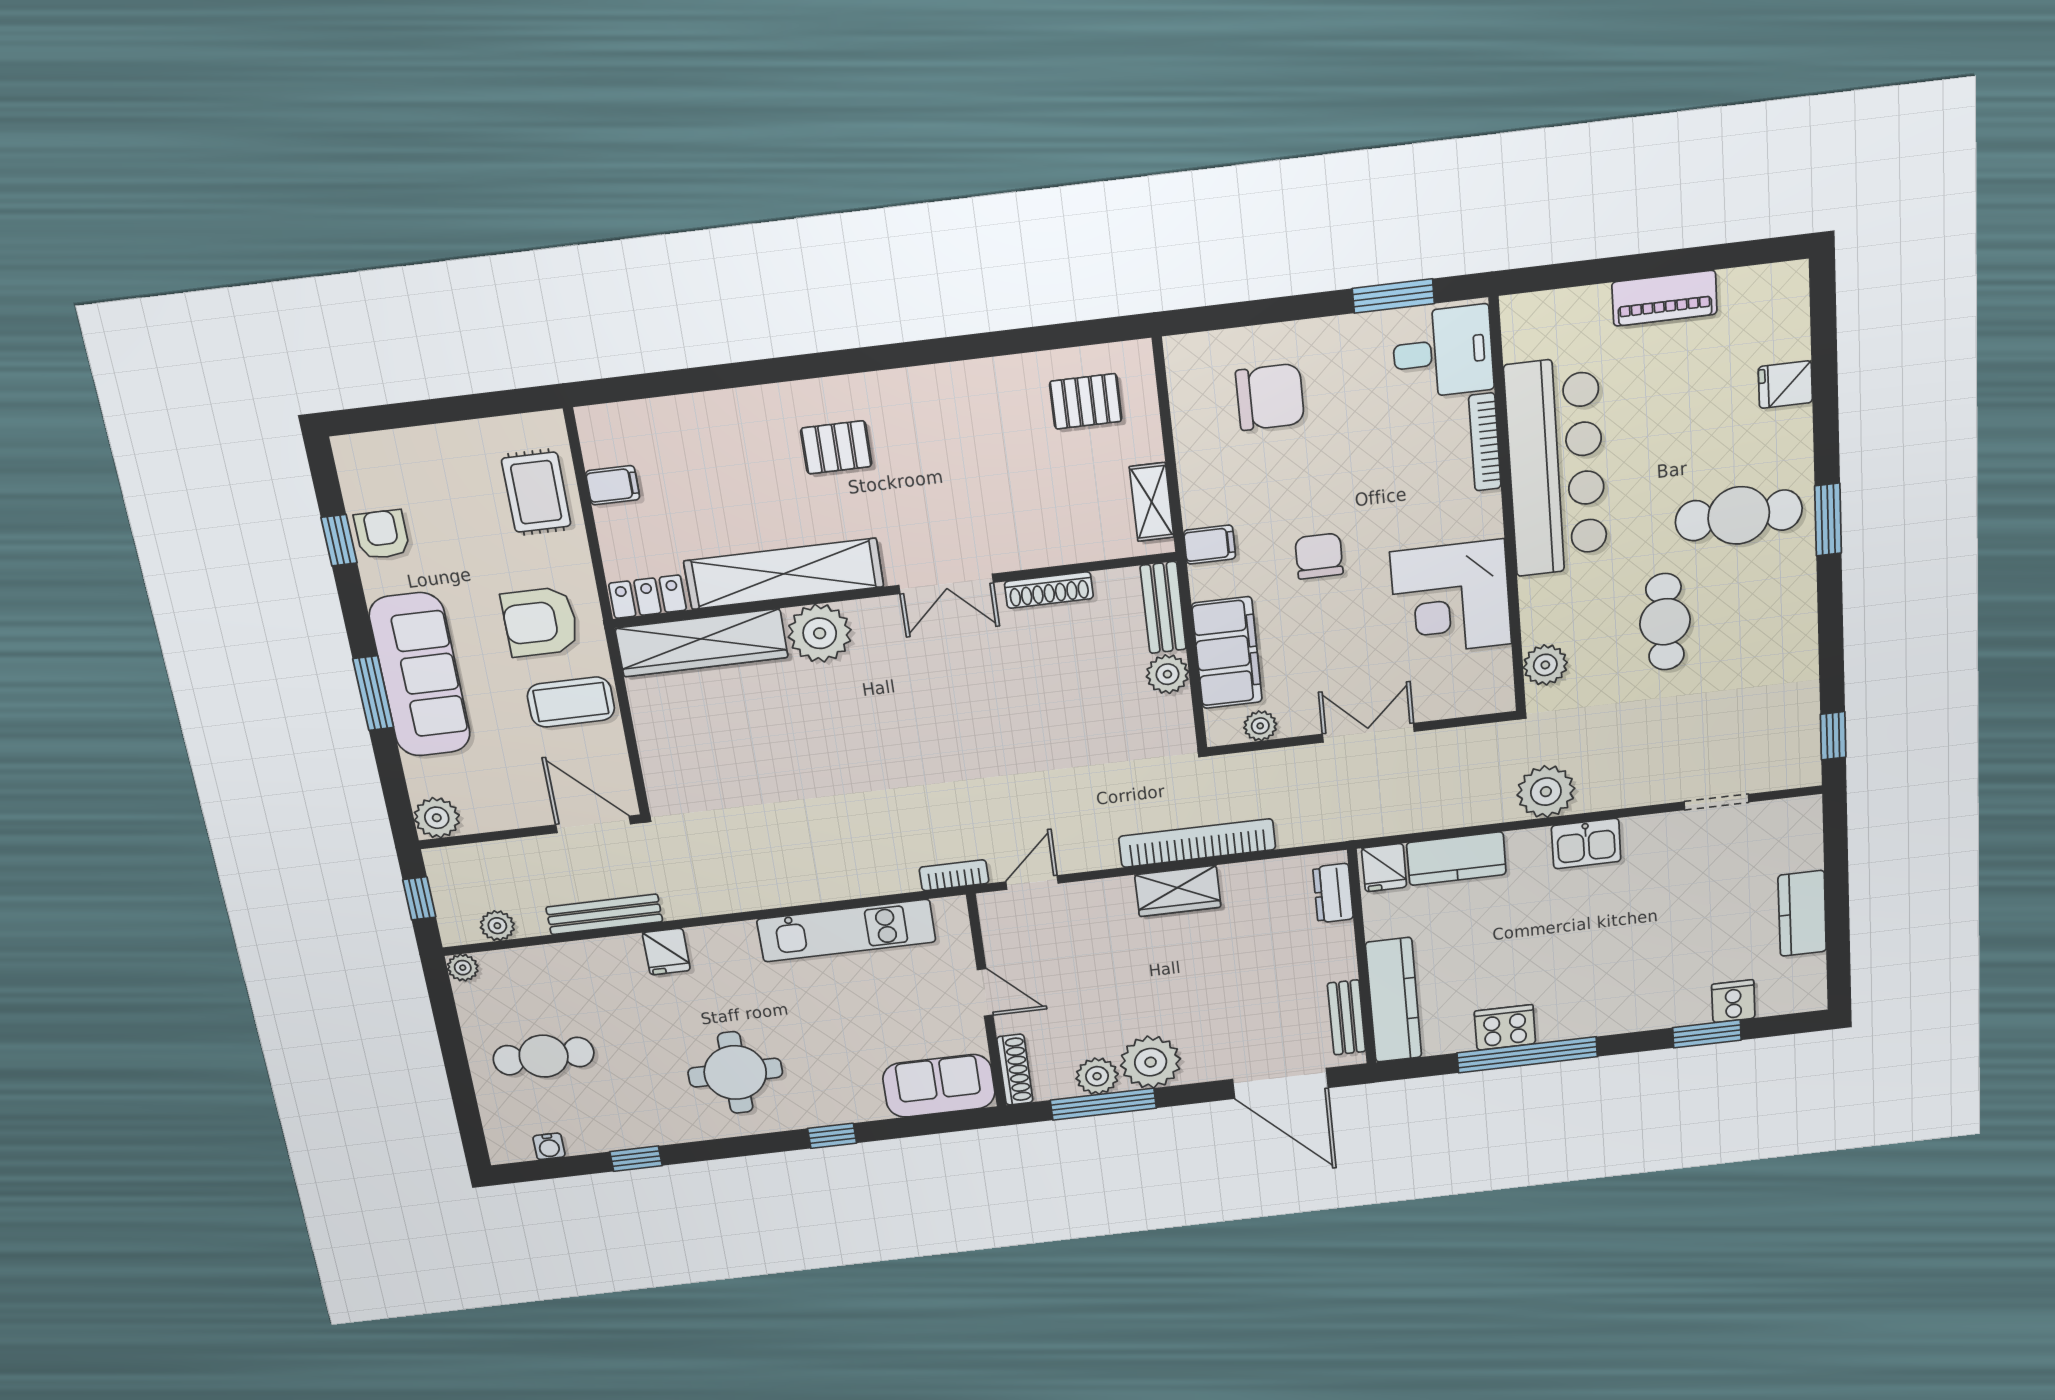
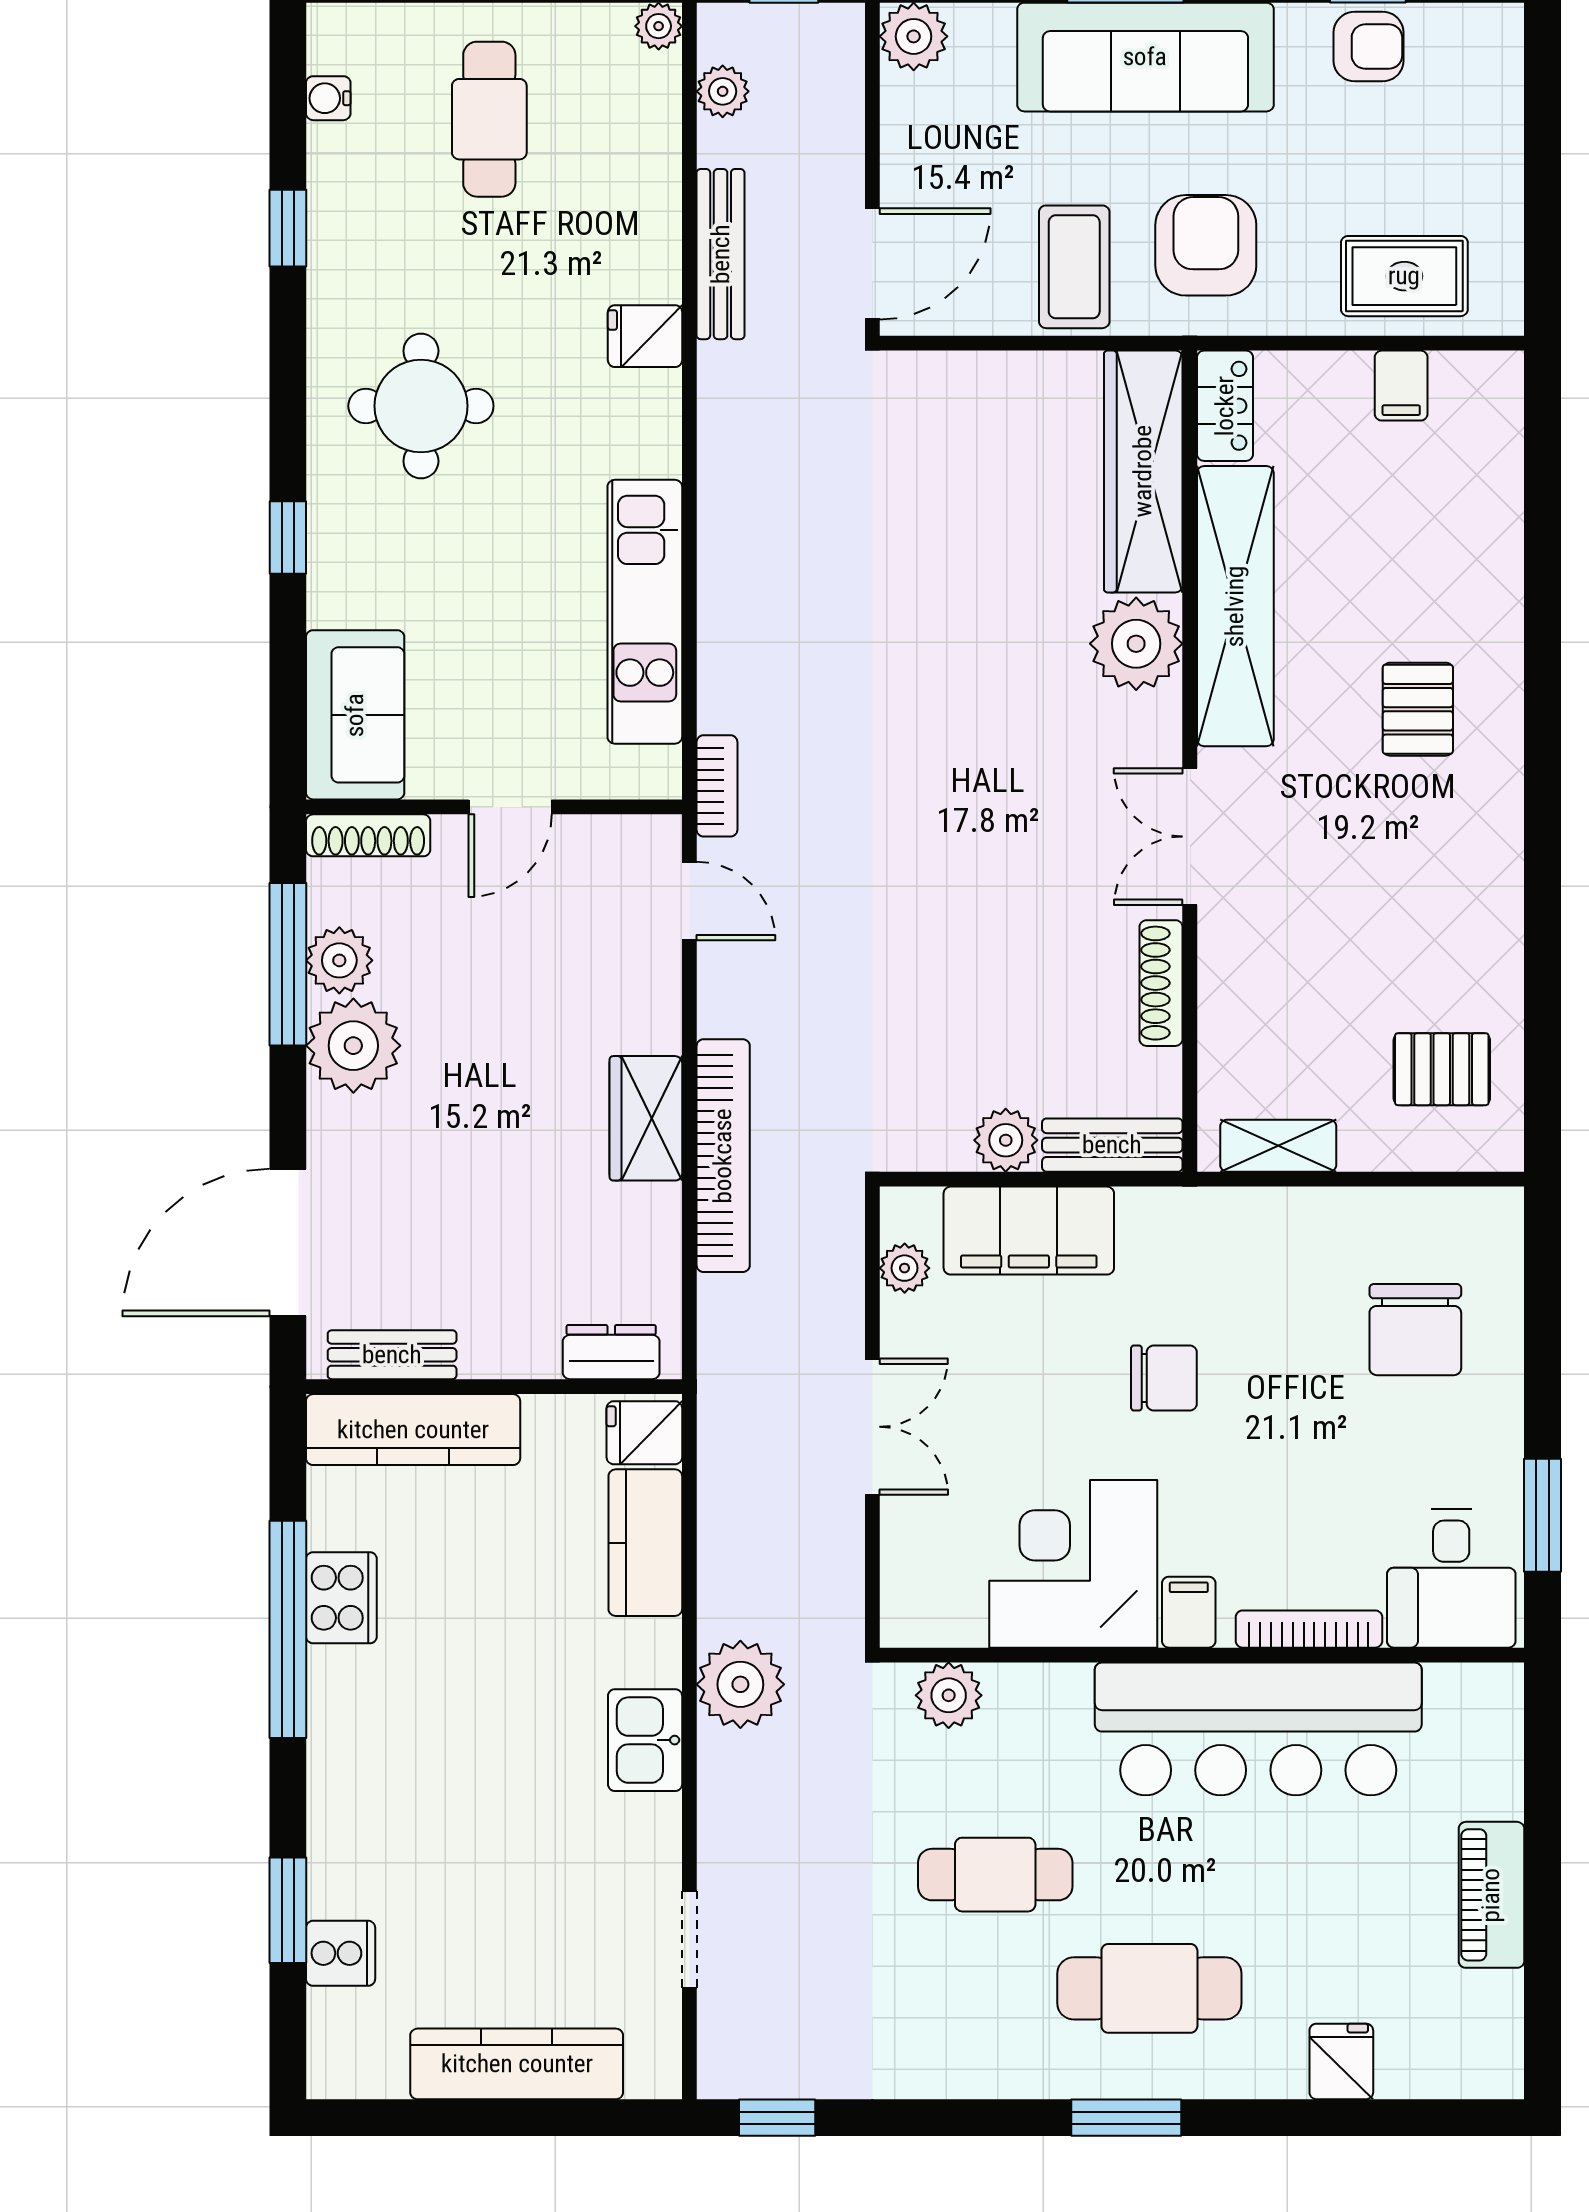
pallet: (1086, 401) -> (1442, 1069), turned 90
cafe table: (1739, 515) -> (1149, 1988), turned 90
filing cabinet: (1210, 545) -> (1189, 1612), moved, turned 180
kitchen counter: (1802, 913) -> (517, 2064), width x1.50

